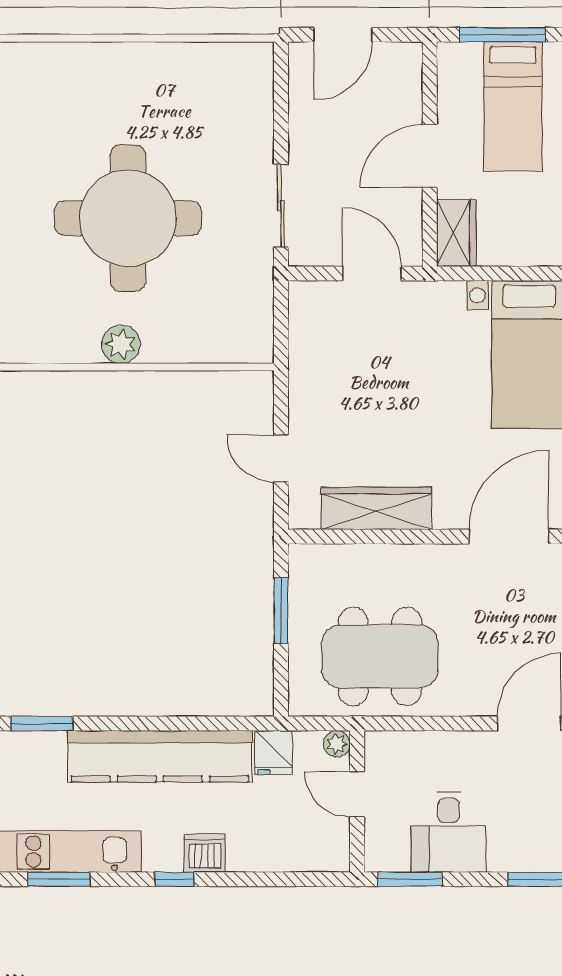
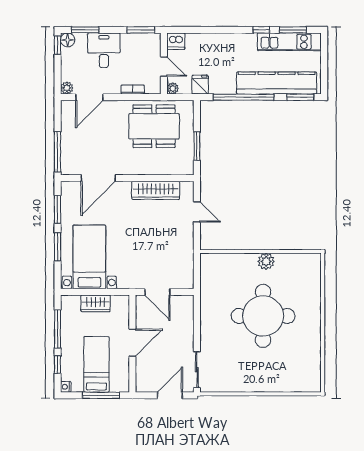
sliding door: (281, 206) -> (197, 370), moved
wardrobe: (456, 233) -> (96, 303), moved, turned -90
window: (173, 724) -> (244, 97), added
bookcase: (429, 741) -> (133, 90), added
kitchen counter: (160, 756) -> (277, 83), moved
desk: (449, 832) -> (104, 50), moved
dishwasher: (205, 853) -> (176, 41), moved
window: (175, 879) -> (261, 30), moved

